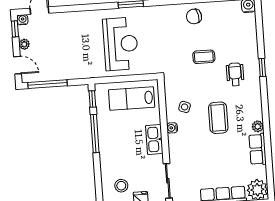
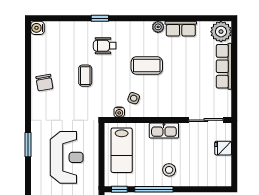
reception desk: (121, 44) -> (67, 157), turned 90
water cooler: (172, 128) -> (119, 112), moved
stool: (121, 186) -> (169, 170), moved

